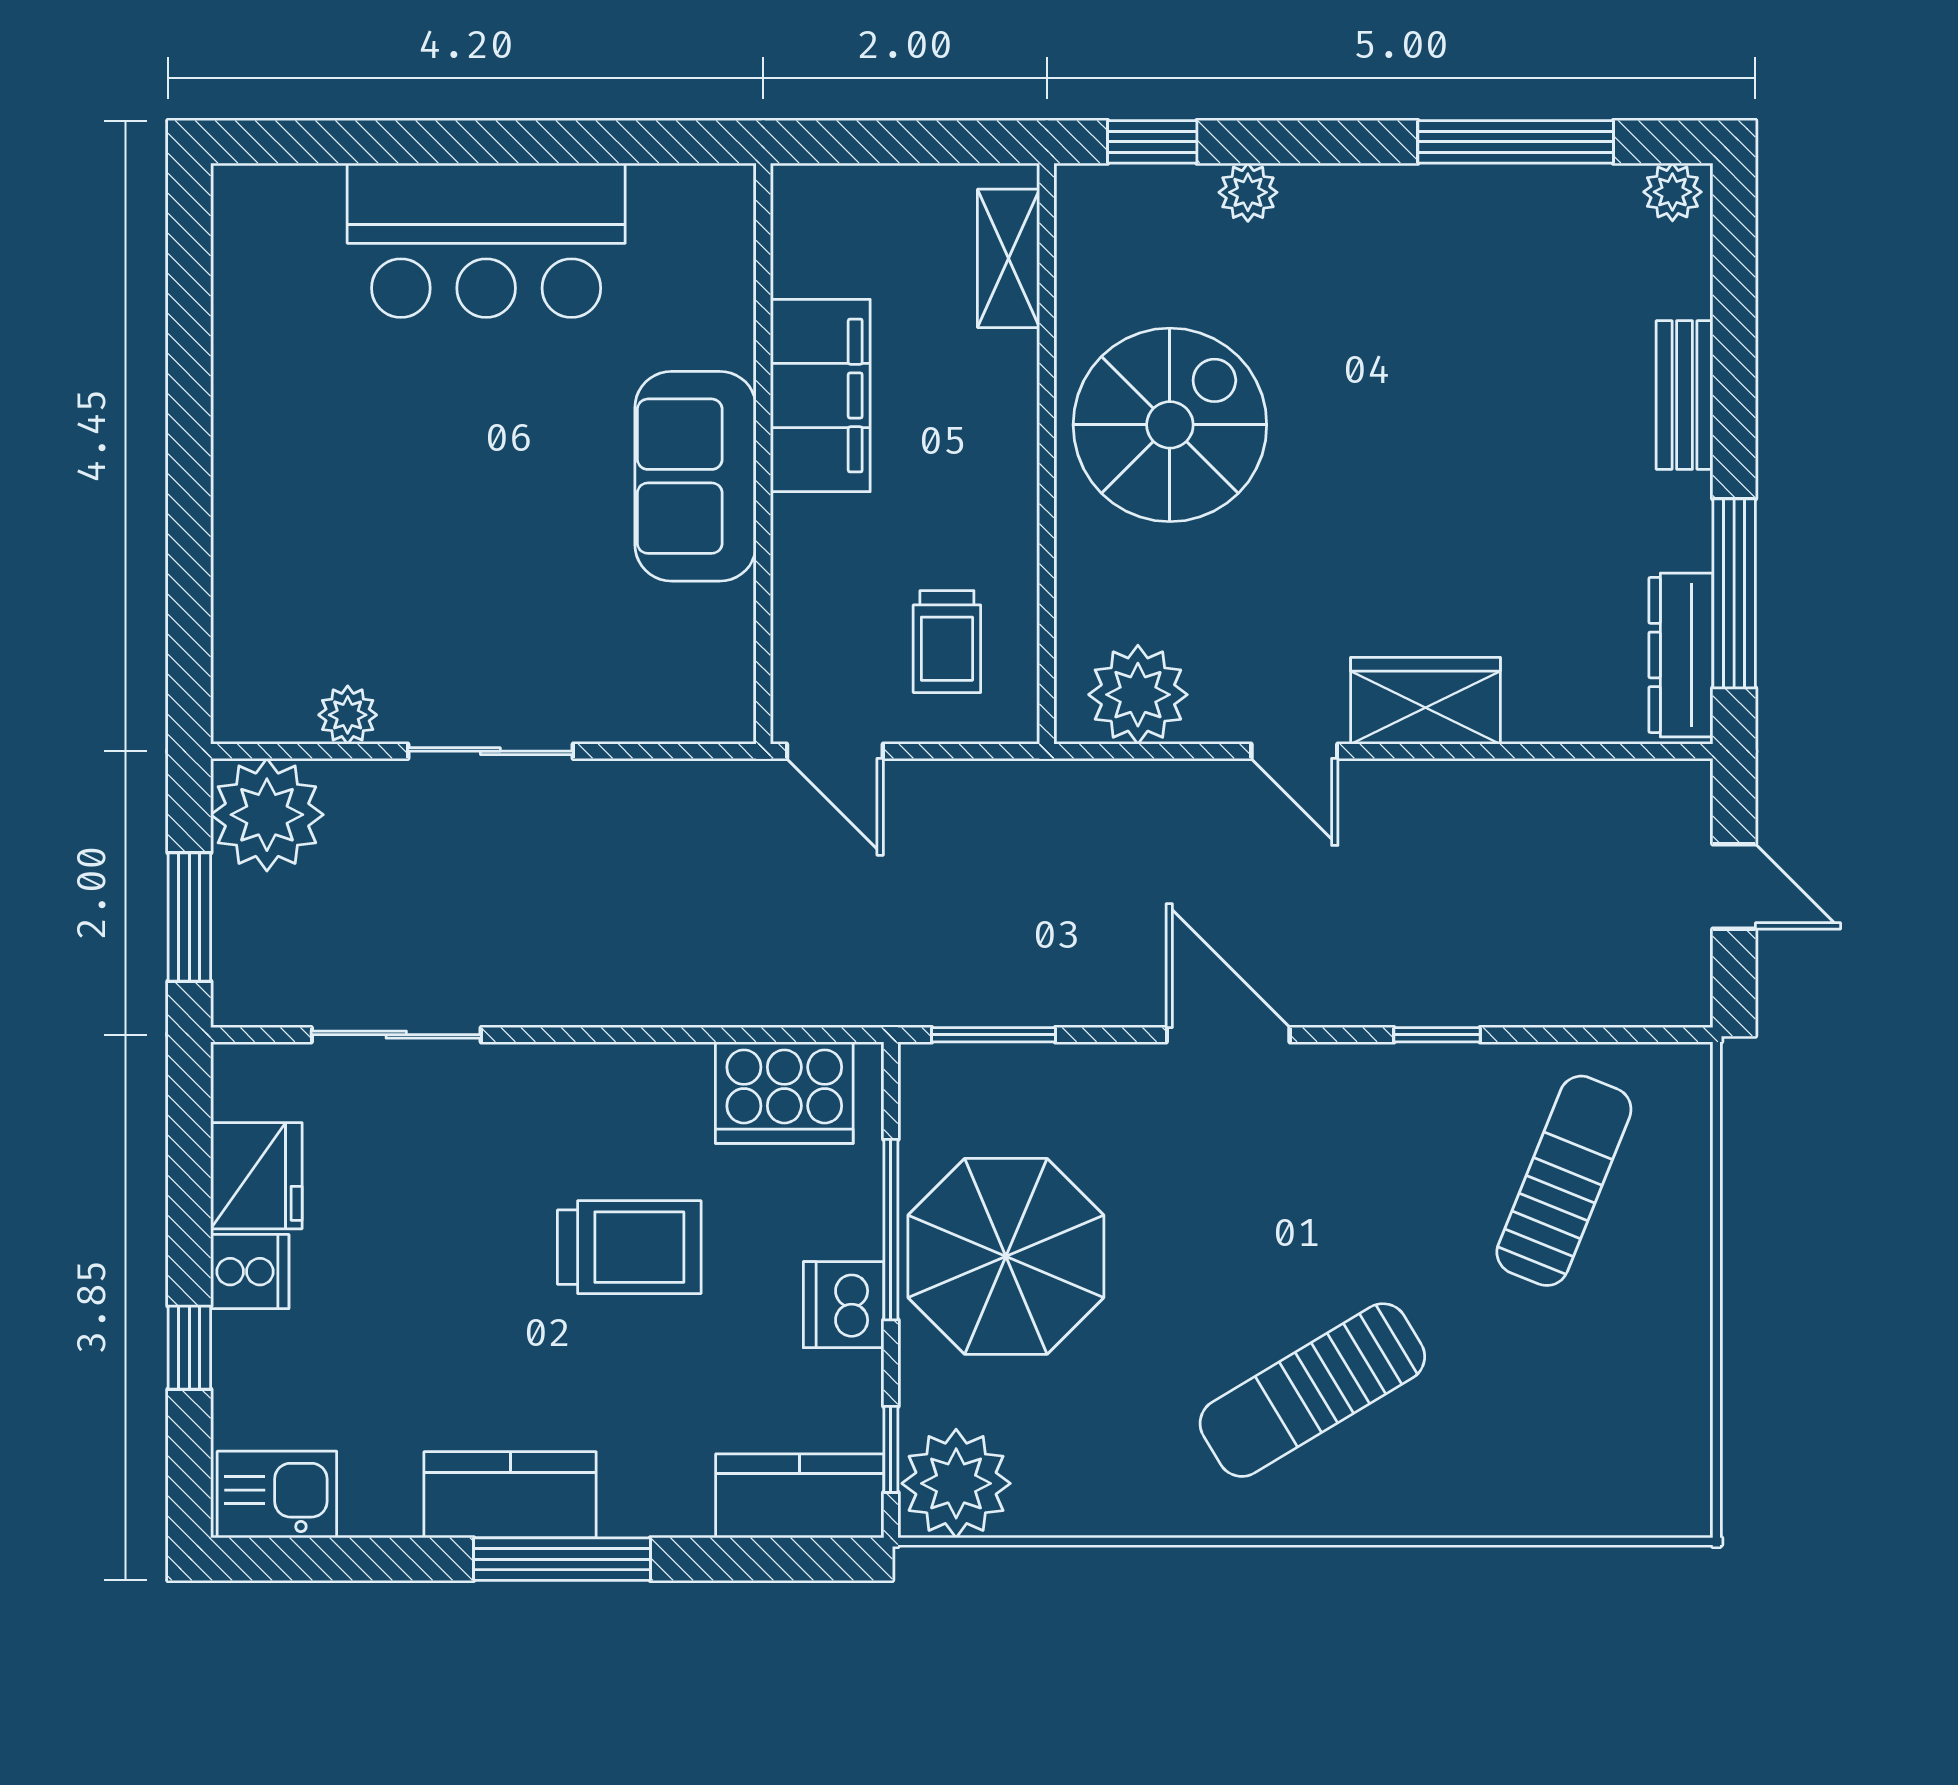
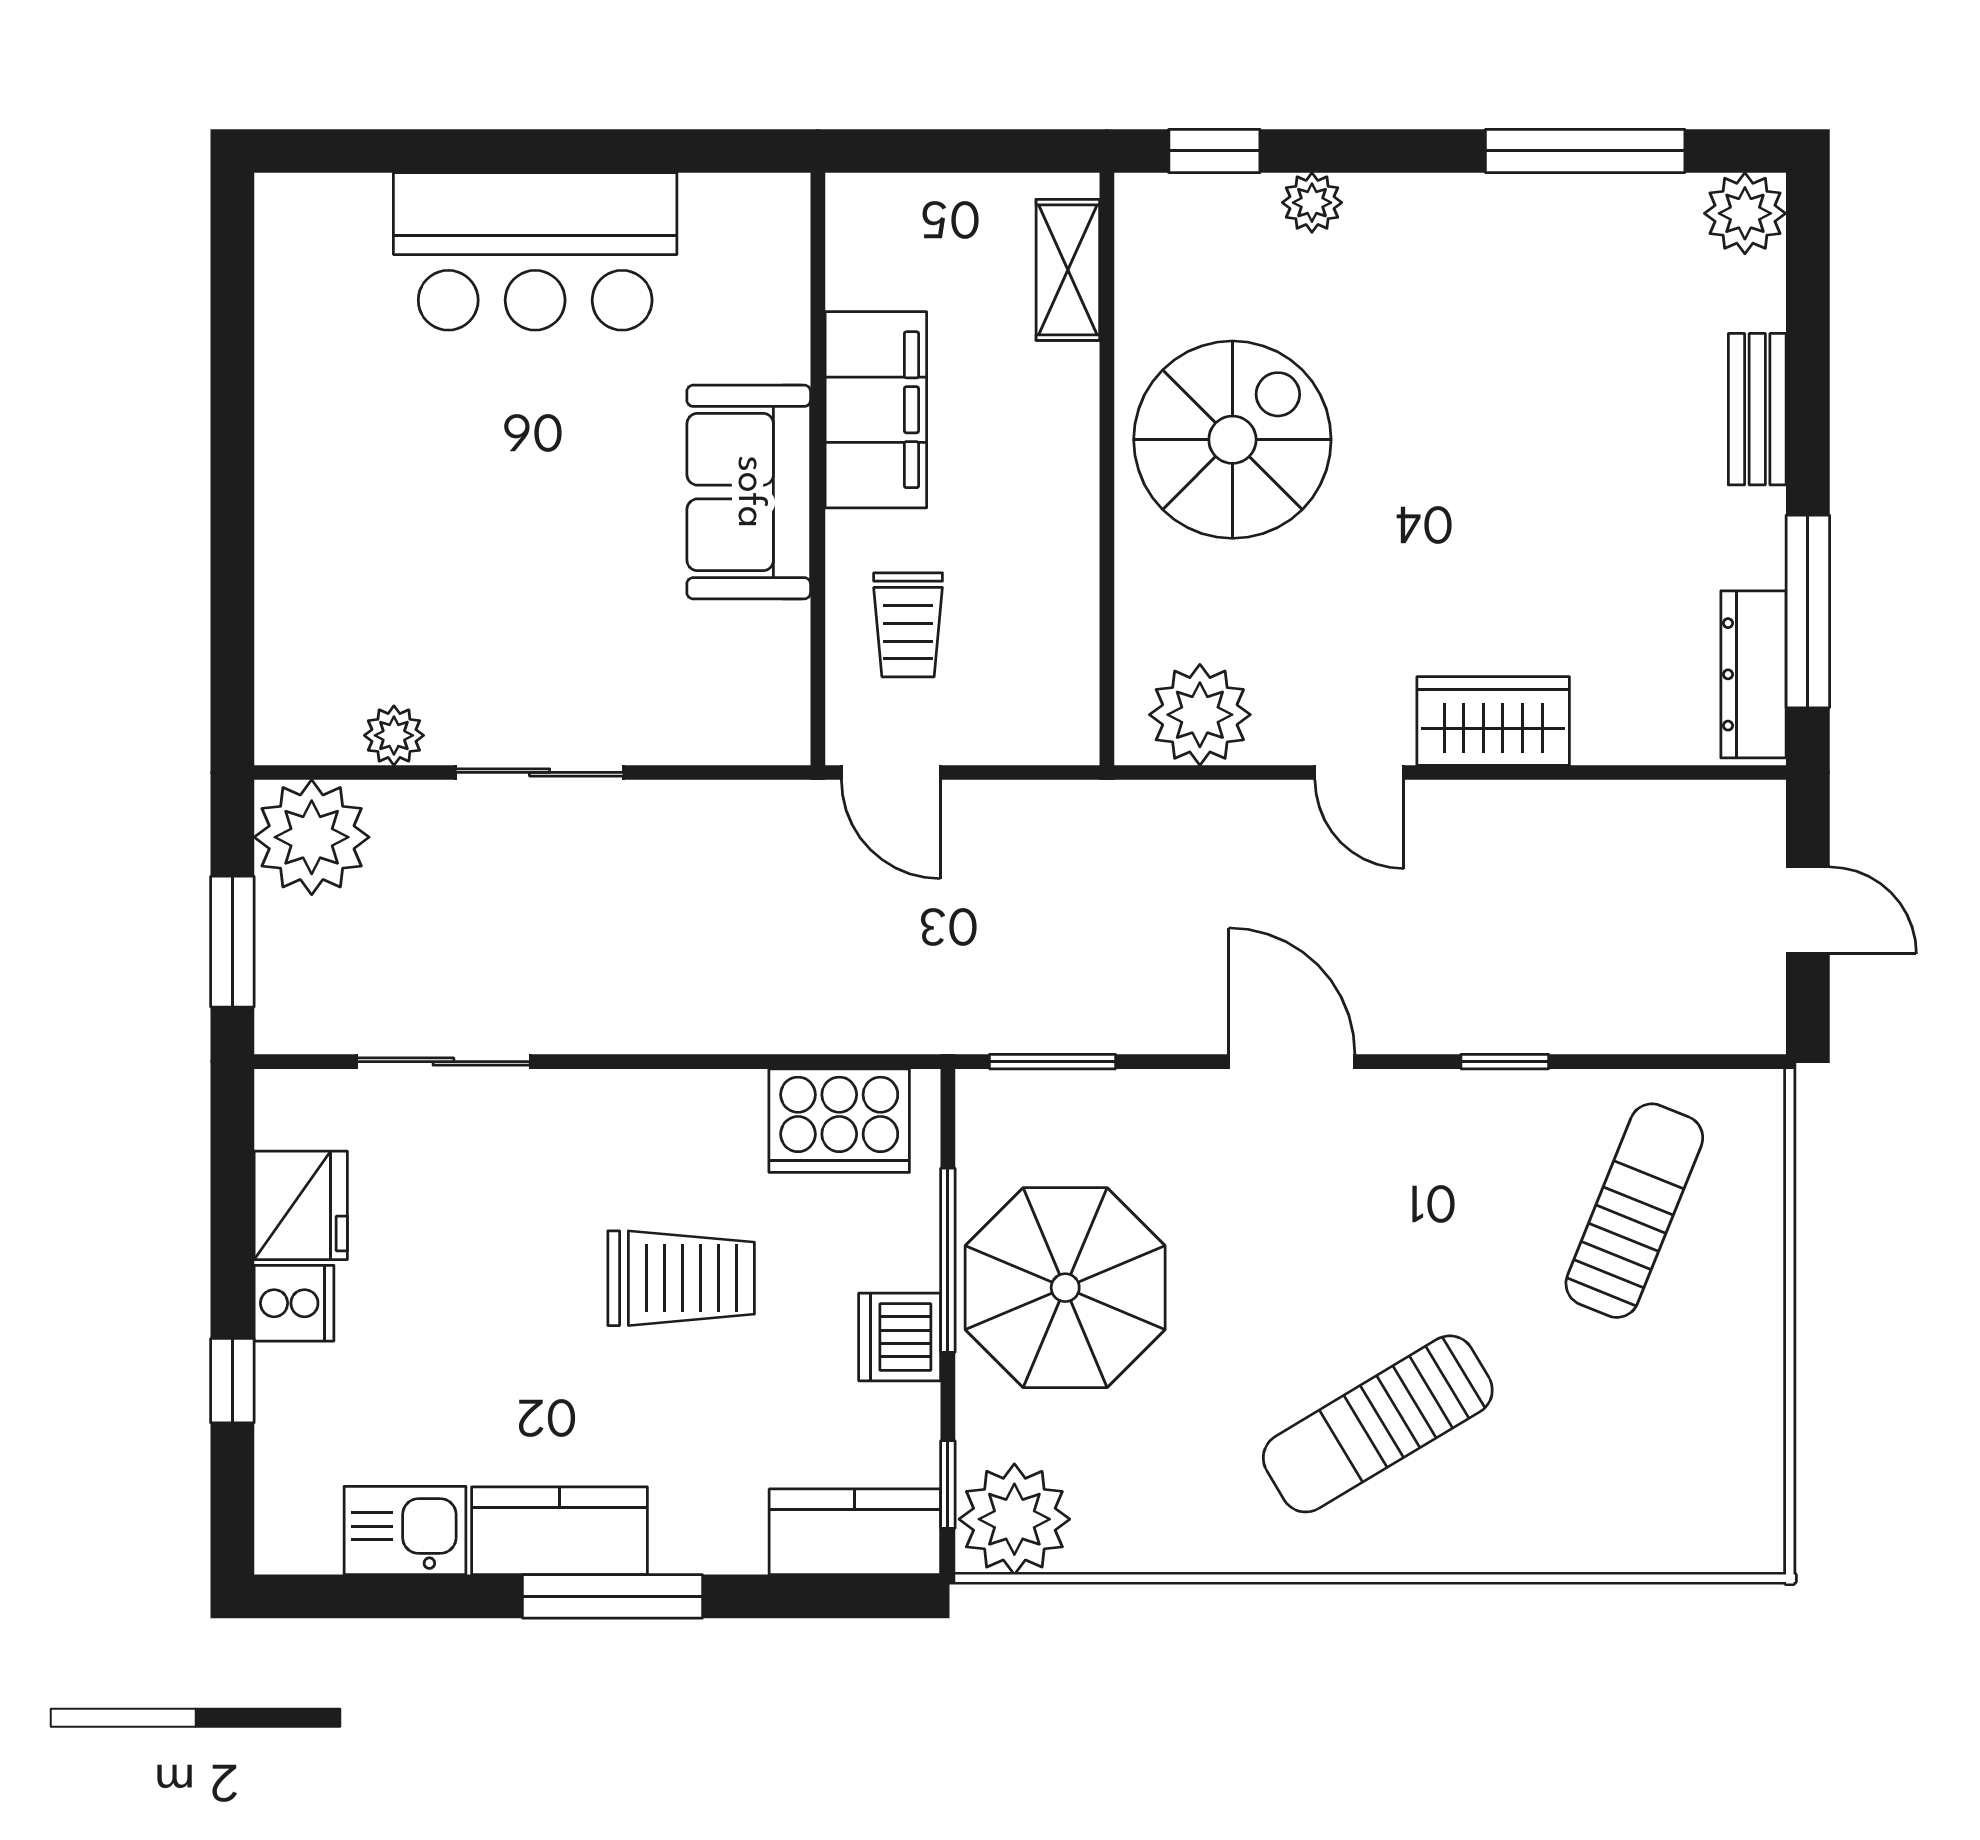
plant: (1672, 192) -> (1745, 213), width x1.38, depth x1.38
trolley: (947, 642) -> (908, 625), moved
kitchen sink: (277, 1494) -> (405, 1530), moved

